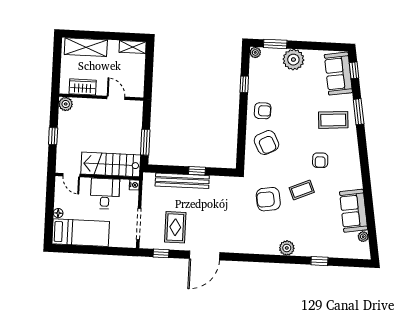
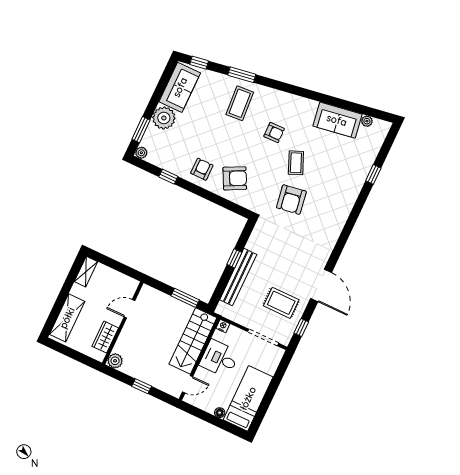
sofa: (338, 74) -> (180, 87), moved, turned -81
plant: (287, 248) -> (347, 201), removed

